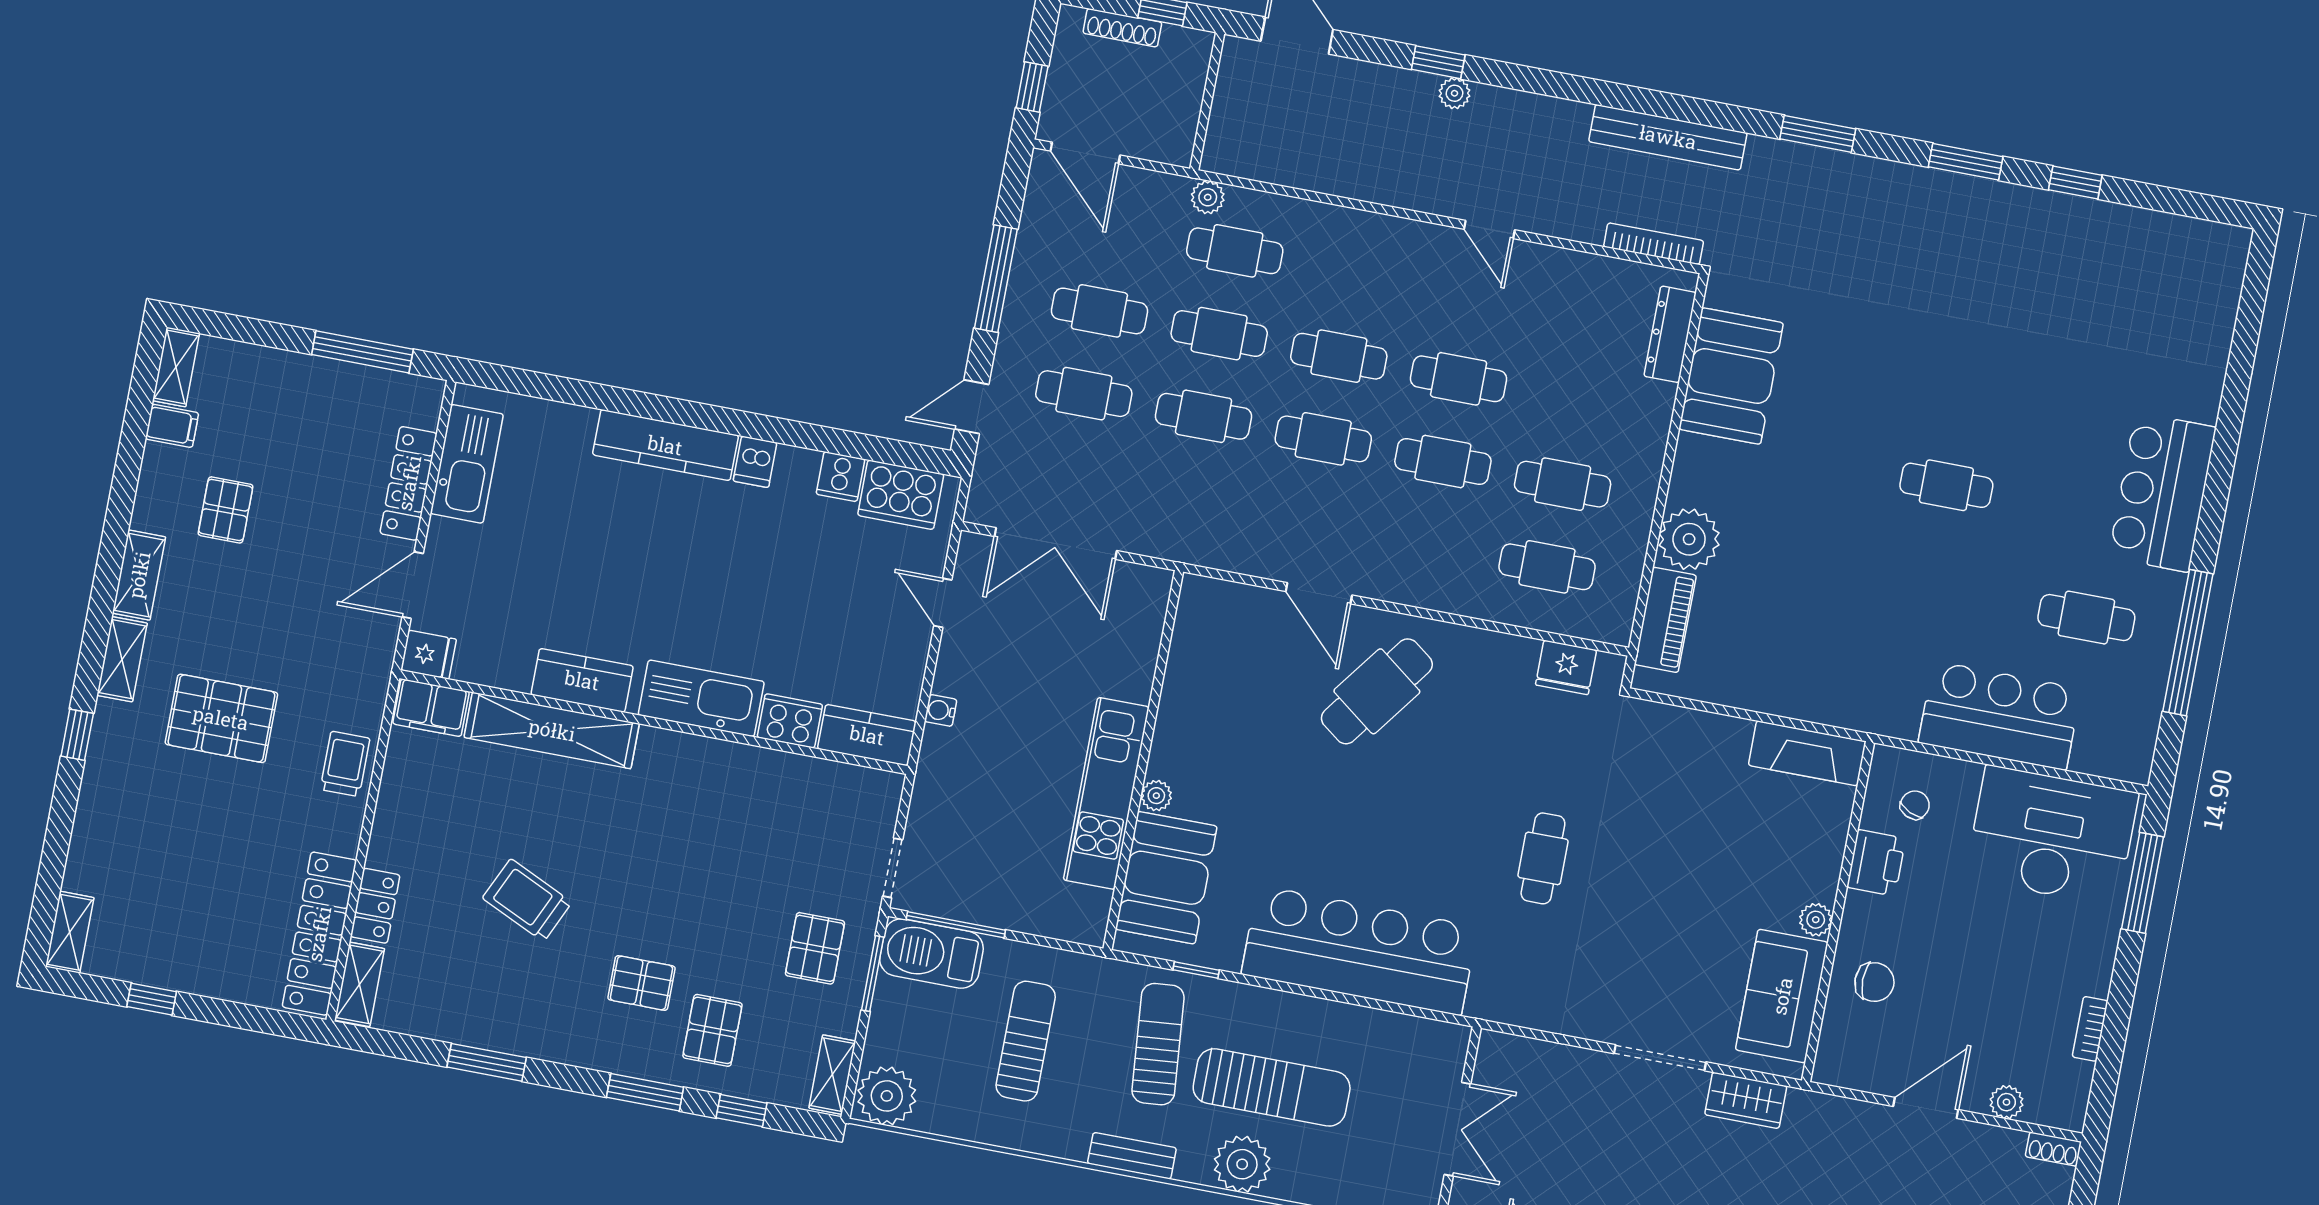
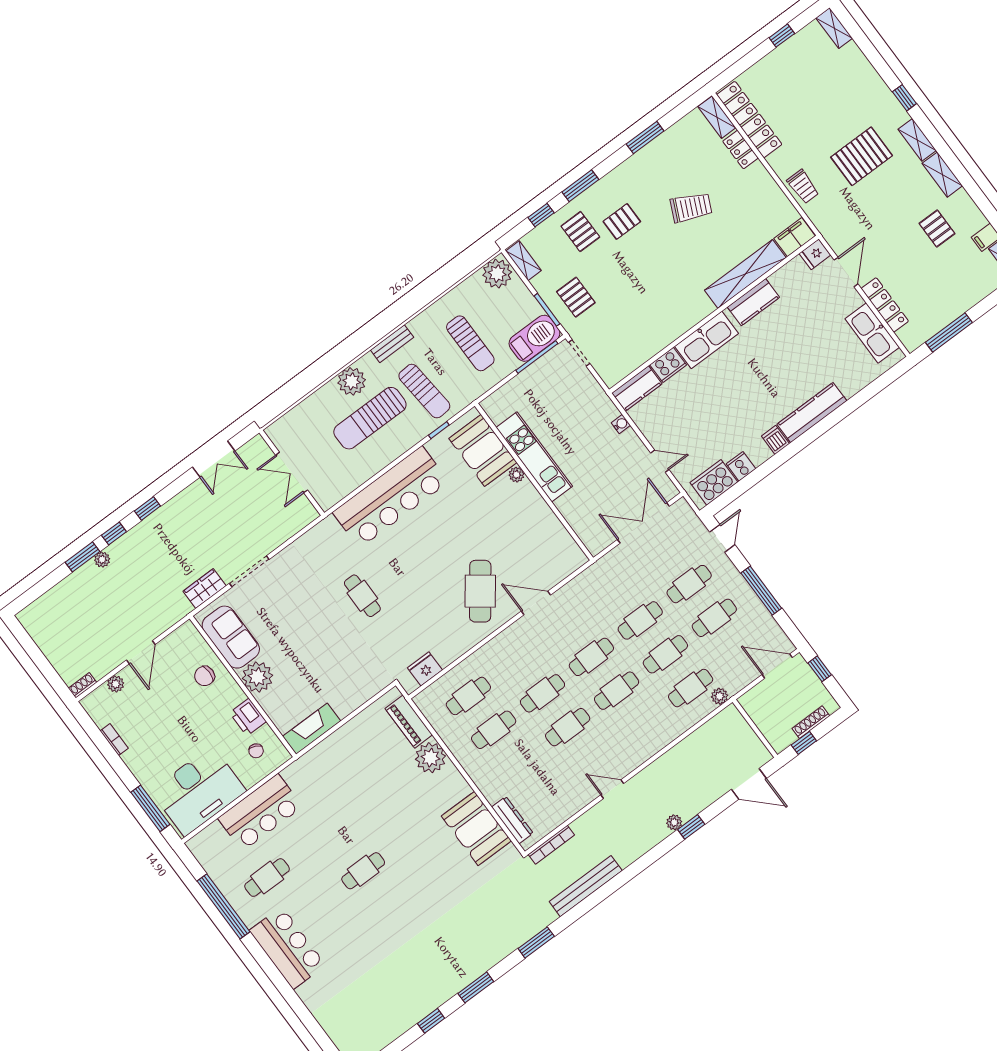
plant: (1816, 920) -> (257, 677), width x1.87, depth x1.87

